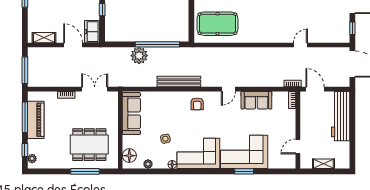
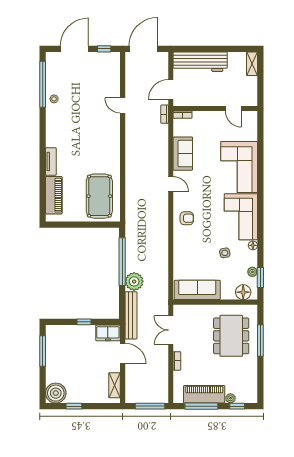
door: (73, 45) -> (123, 354), swing flipped
bench: (179, 82) -> (131, 315), moved
plant: (32, 159) -> (230, 398), moved
shelving: (323, 164) -> (252, 64), moved
window: (244, 171) -> (260, 278), moved

